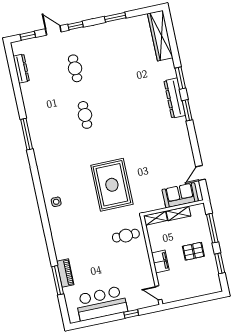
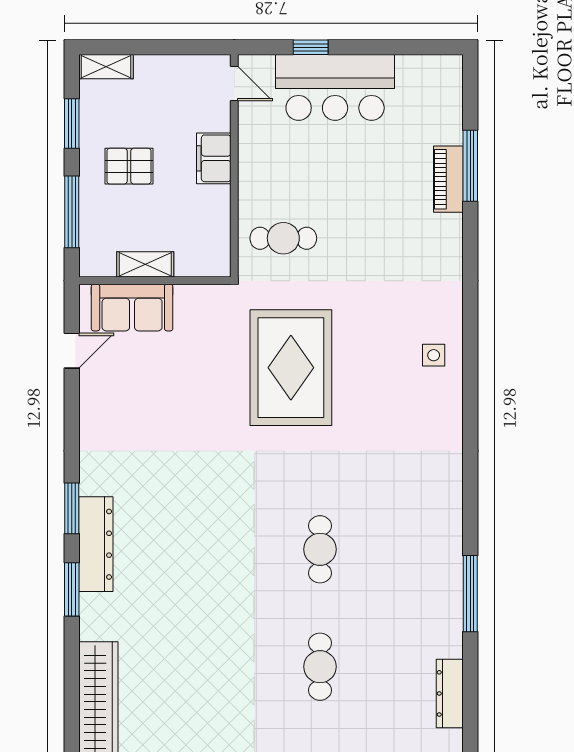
window: (27, 134) -> (470, 594), moved
shelving: (156, 218) -> (106, 67), moved
bar counter: (101, 303) -> (335, 87), moved

